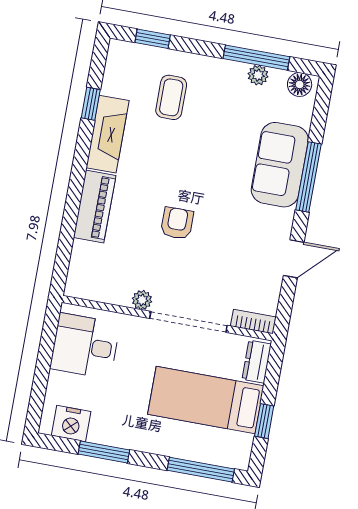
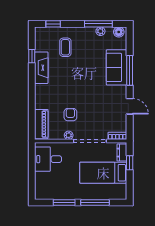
piano: (95, 207) -> (41, 124), moved
armchair: (177, 223) -> (70, 115), moved
door: (294, 259) -> (130, 106), hinge flipped
window: (264, 421) -> (130, 163), moved
nightstand: (71, 424) -> (48, 193), removed
window: (201, 470) -> (95, 203), moved

